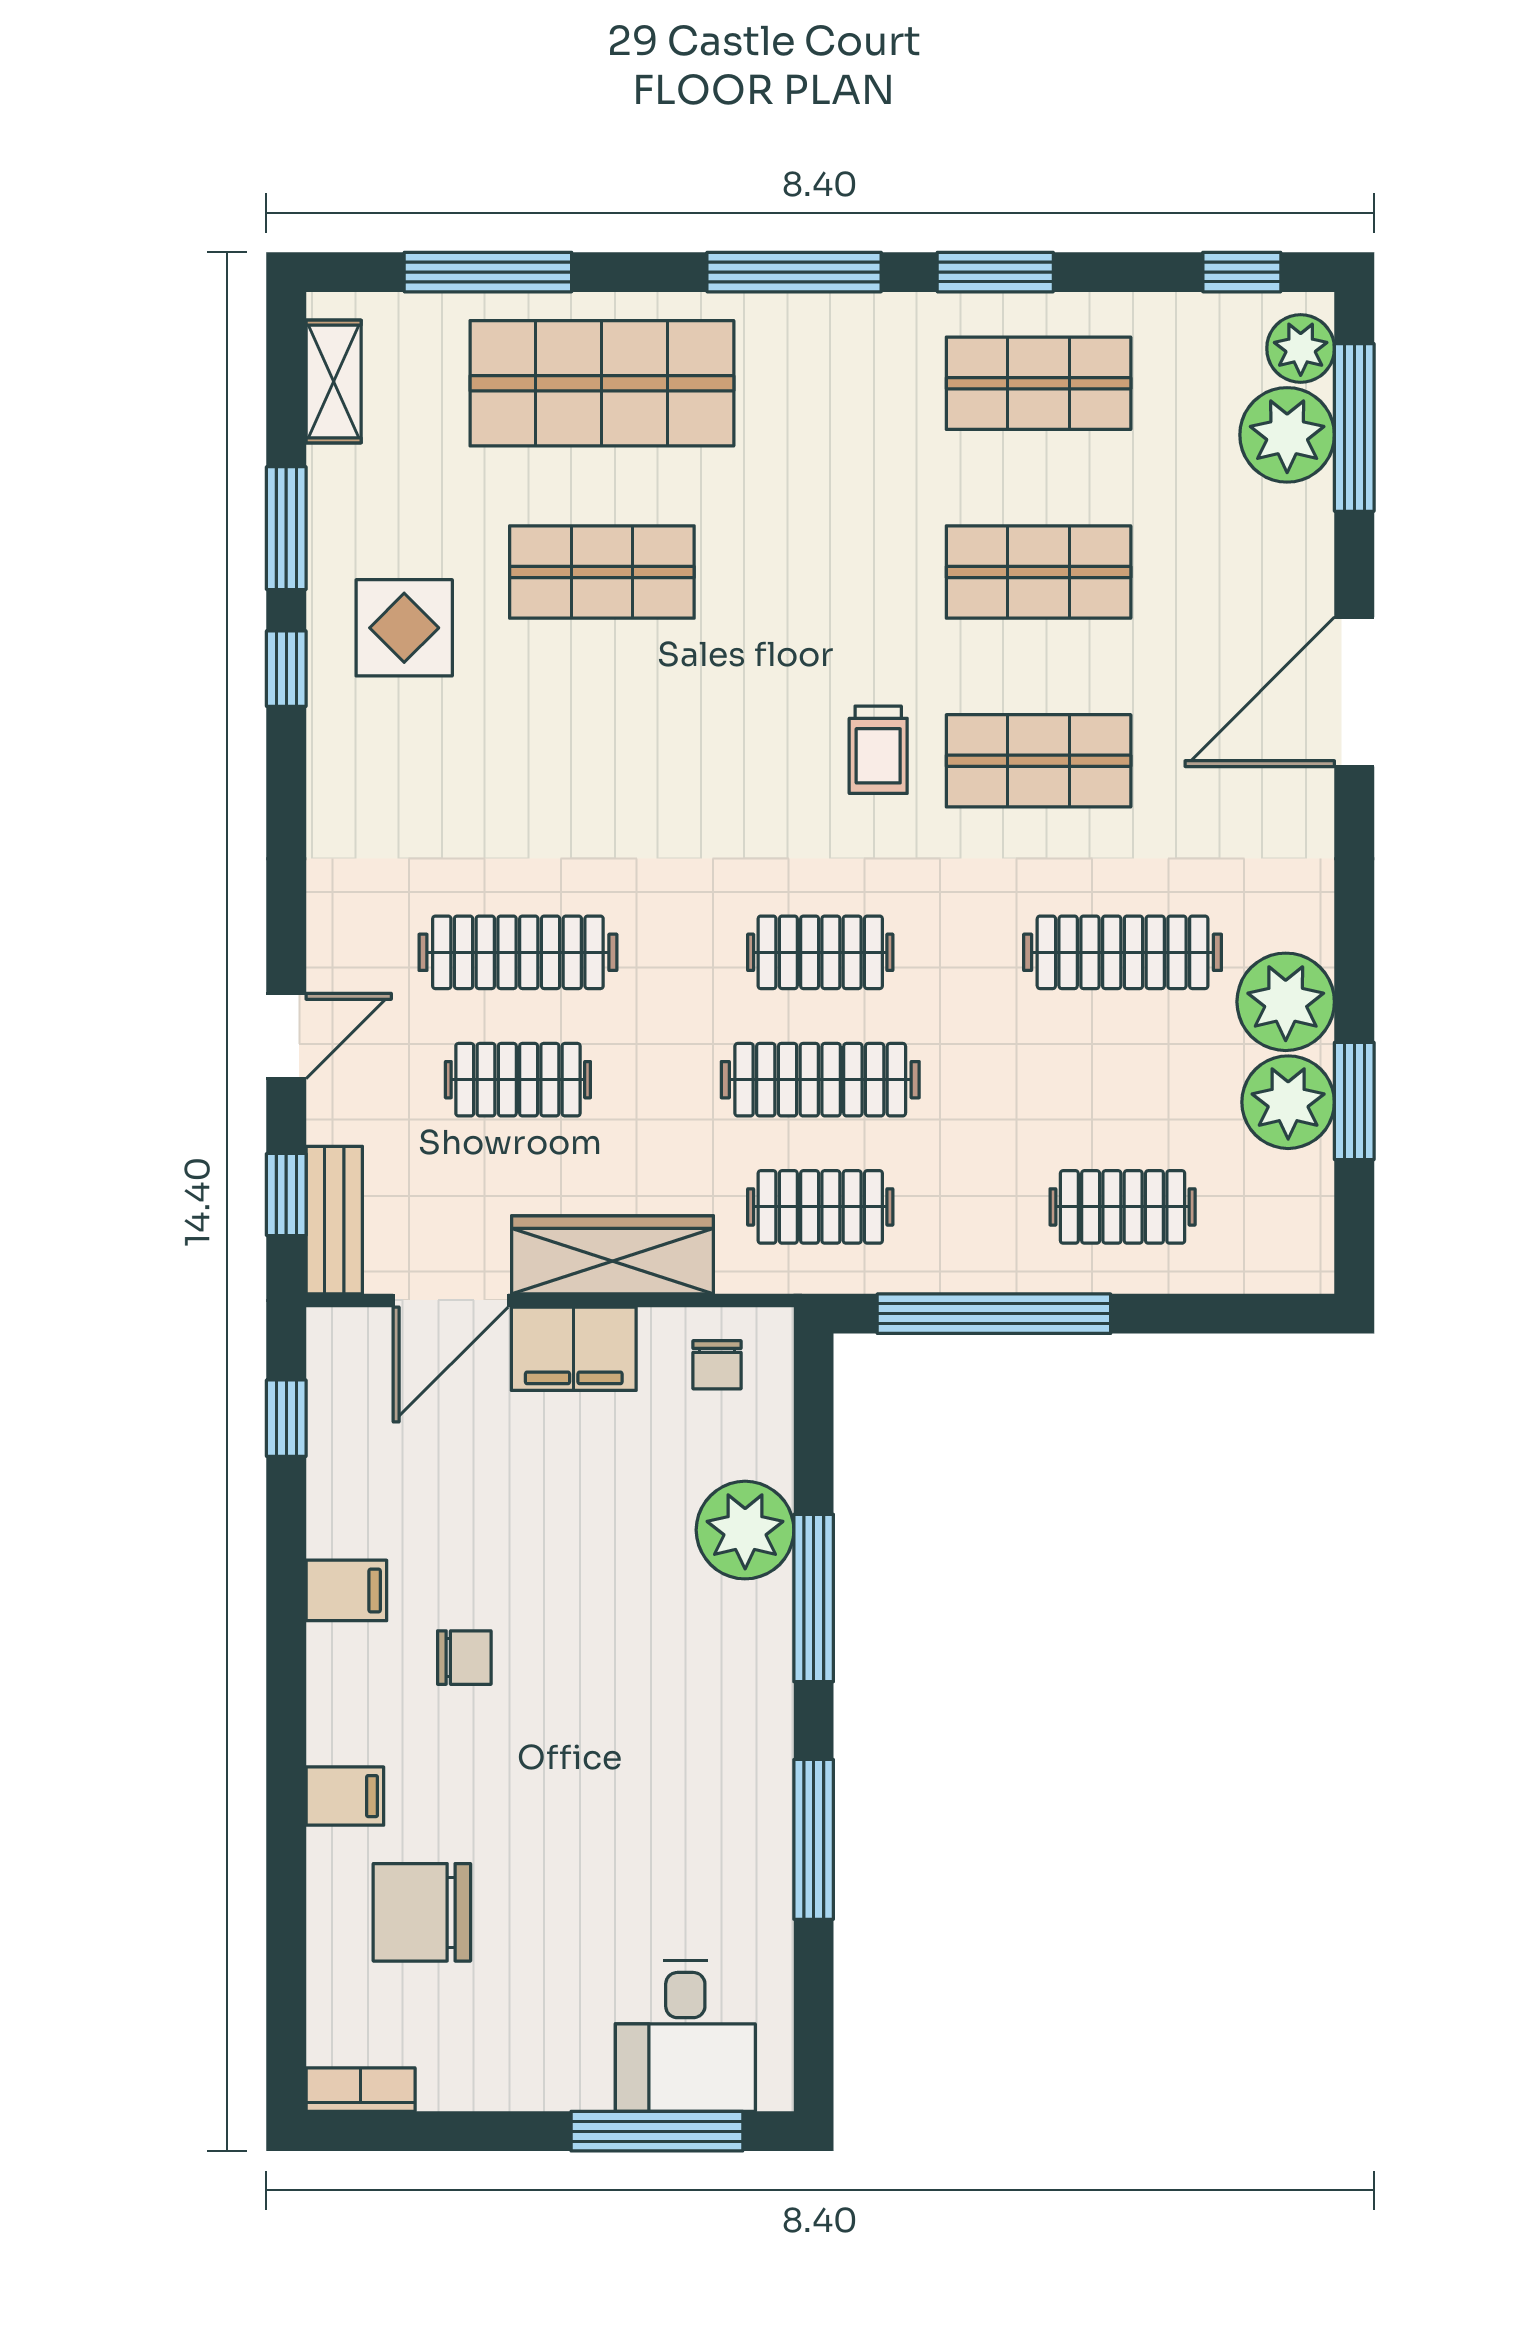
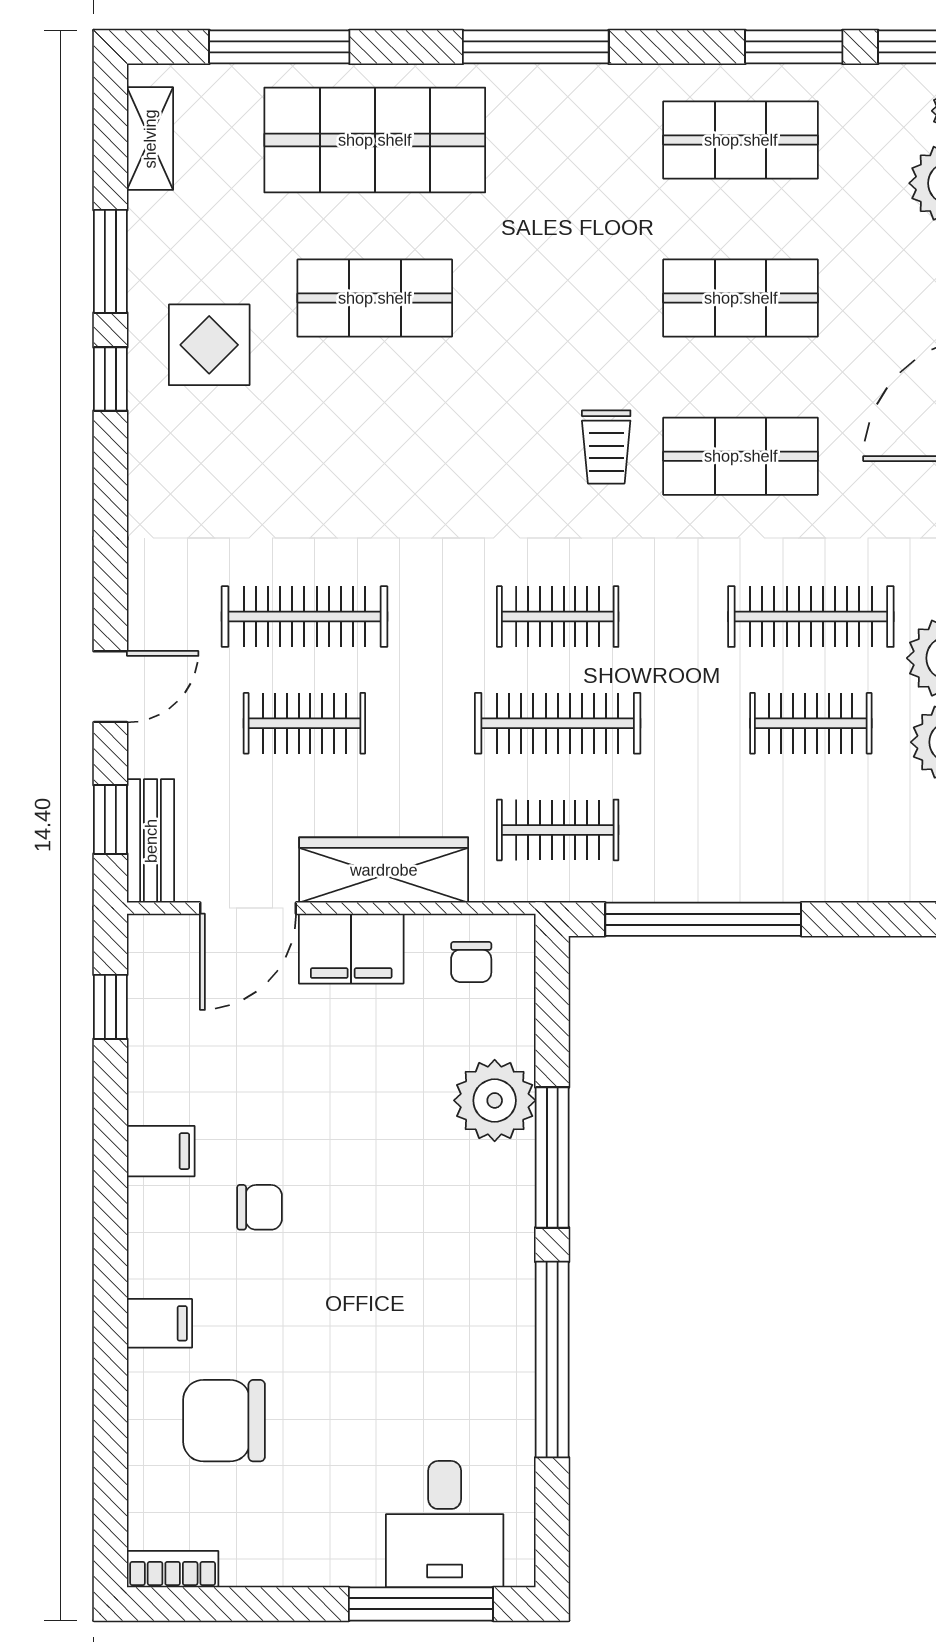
window: (995, 272) -> (794, 47), moved
clothes rail: (1123, 1207) -> (811, 723), moved
window: (814, 1839) -> (552, 1360), width x1.46

